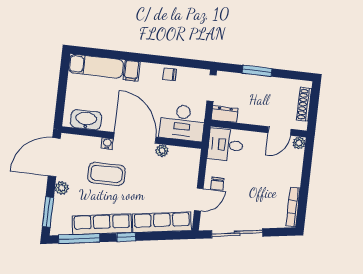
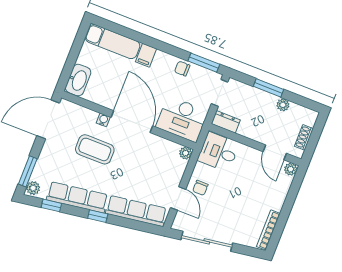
window: (189, 63) -> (204, 63), added
plant: (275, 83) -> (283, 105), added
shoe rack: (304, 104) -> (304, 137), width x0.70
washbasin: (86, 120) -> (78, 80), moved, turned 90
door: (280, 131) -> (275, 152), hinge flipped
plant: (162, 151) -> (186, 153), moved
plant: (62, 188) -> (33, 188), moved
door: (199, 200) -> (178, 198), hinge flipped
window: (79, 239) -> (51, 205), width x0.46

